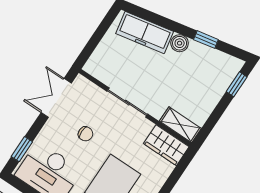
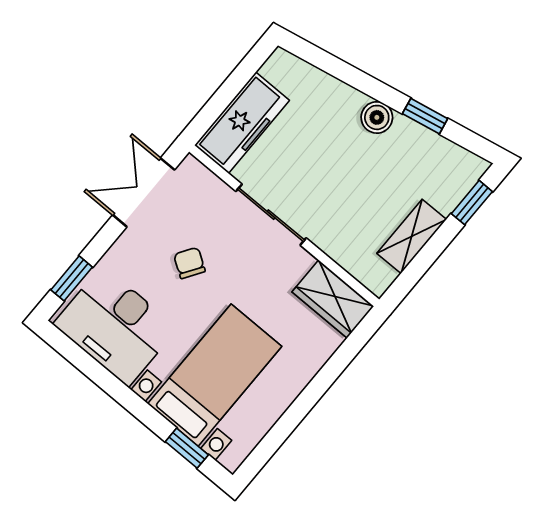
freezer: (145, 32) -> (242, 123), moved, turned -79
shelving: (180, 125) -> (412, 236), moved, turned 90
chair: (85, 134) -> (189, 263), turned -147

